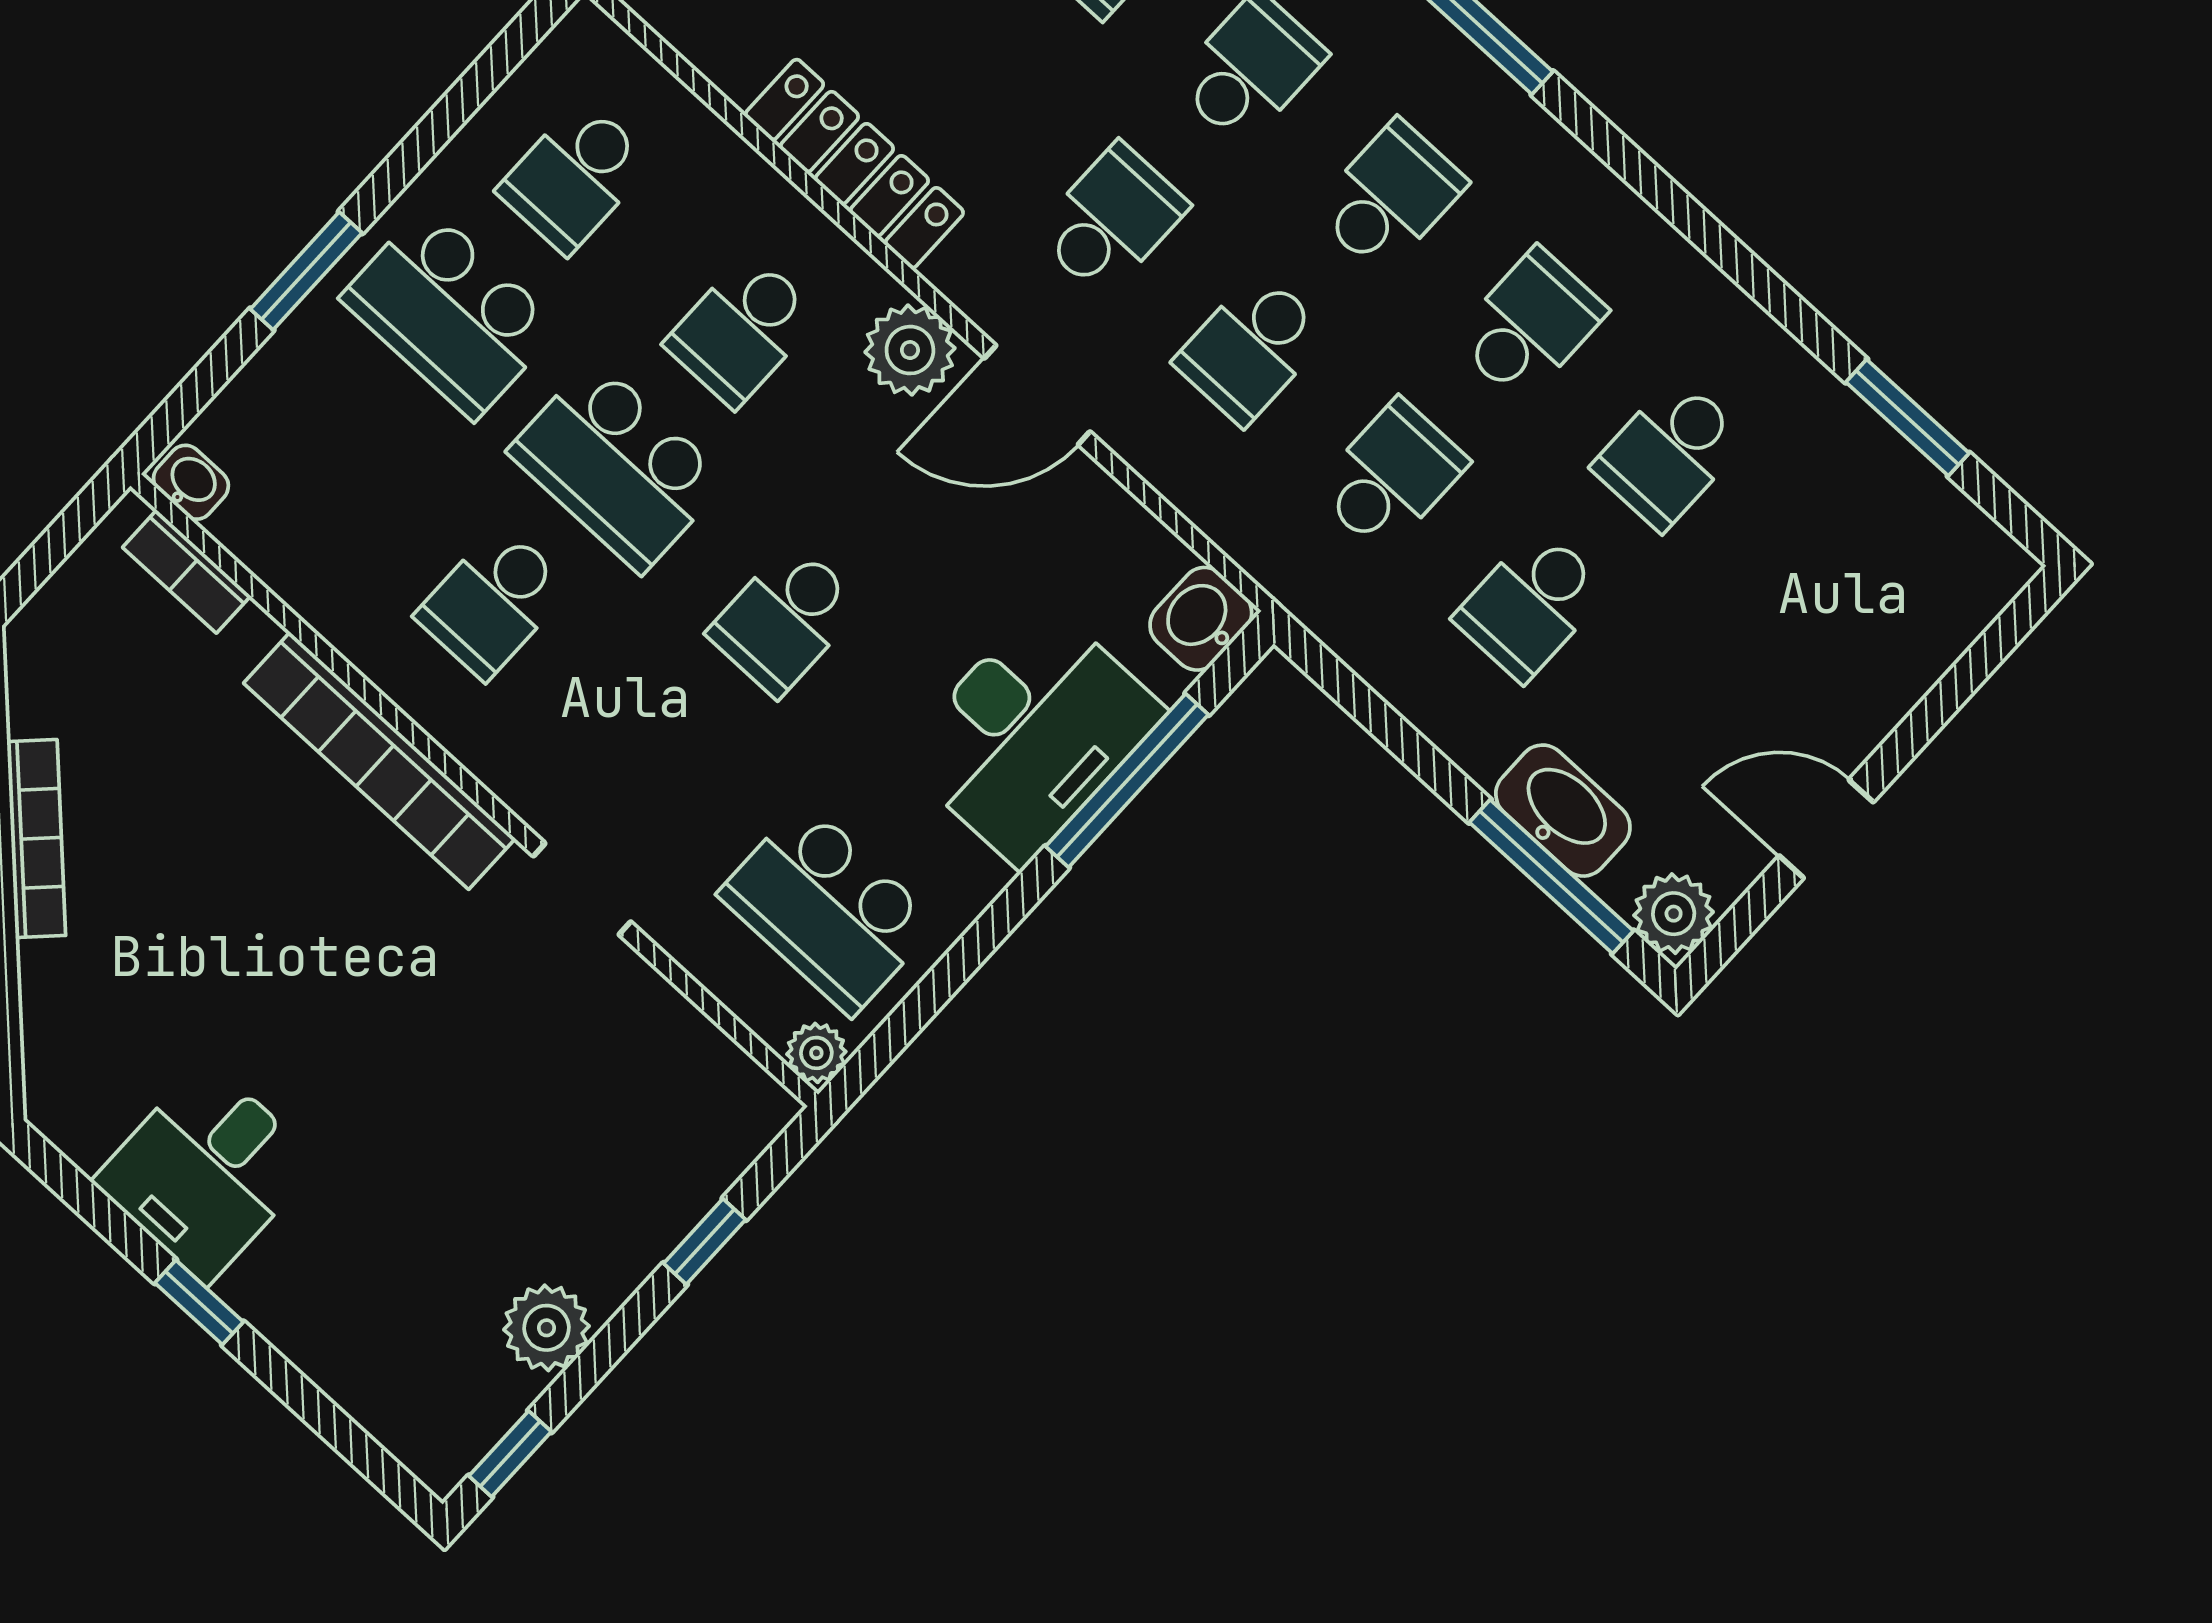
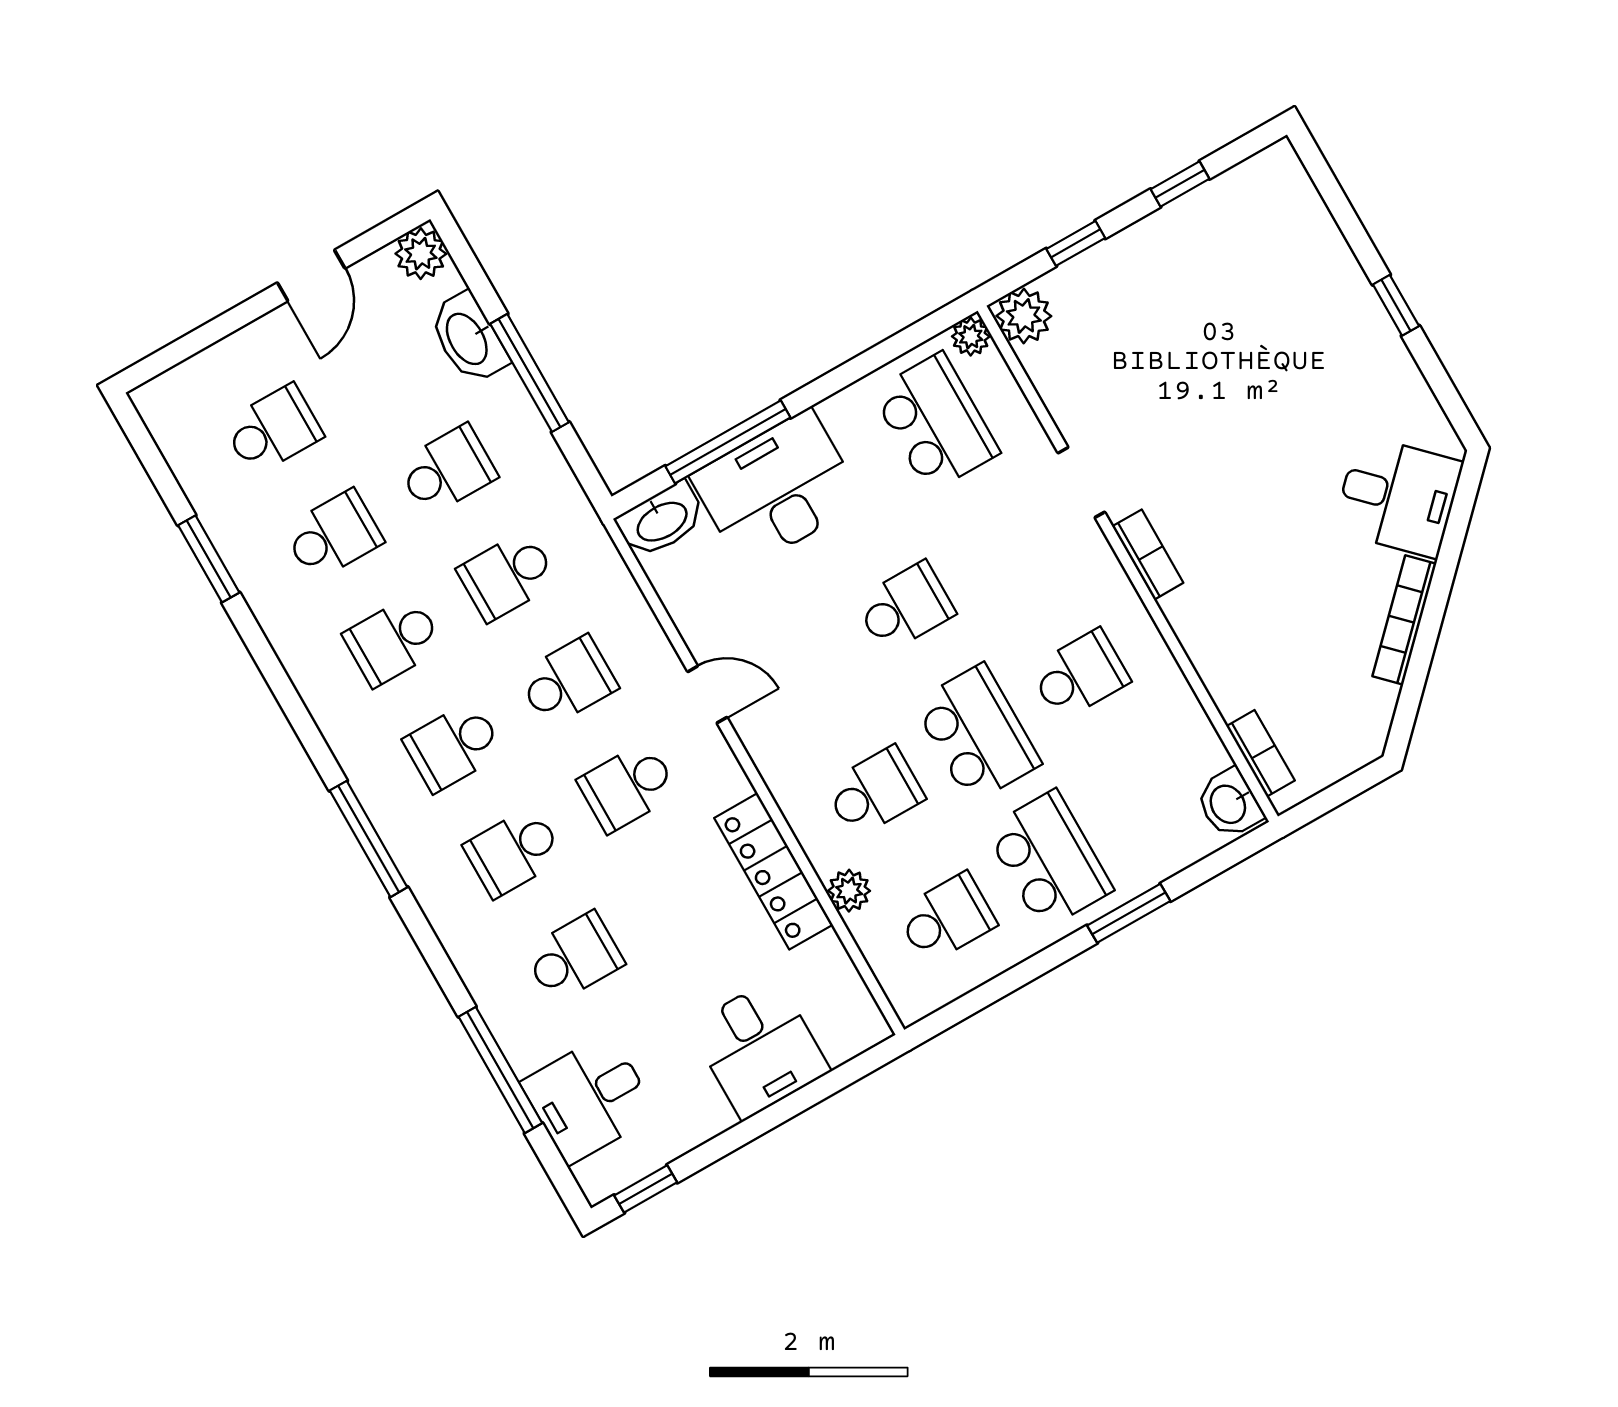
plant: (910, 350) -> (849, 891), moved, width x0.73, depth x0.73
door: (1037, 395) -> (707, 695), width x0.73
window: (1907, 418) -> (209, 559), moved
washbasin: (191, 482) -> (1229, 804), width x1.38, depth x1.45
school desk: (1809, 581) -> (273, 430), added
washbasin: (1201, 619) -> (661, 520), width x1.38
bookcase: (379, 761) -> (1148, 555), width x0.43, depth x0.76
door: (1826, 829) -> (311, 275), hinge flipped
window: (1551, 877) -> (530, 373), moved
desk: (206, 1172) -> (1398, 496), moved, turned 45
plant: (547, 1328) -> (1024, 316), moved
window: (510, 1454) -> (1180, 184), moved

